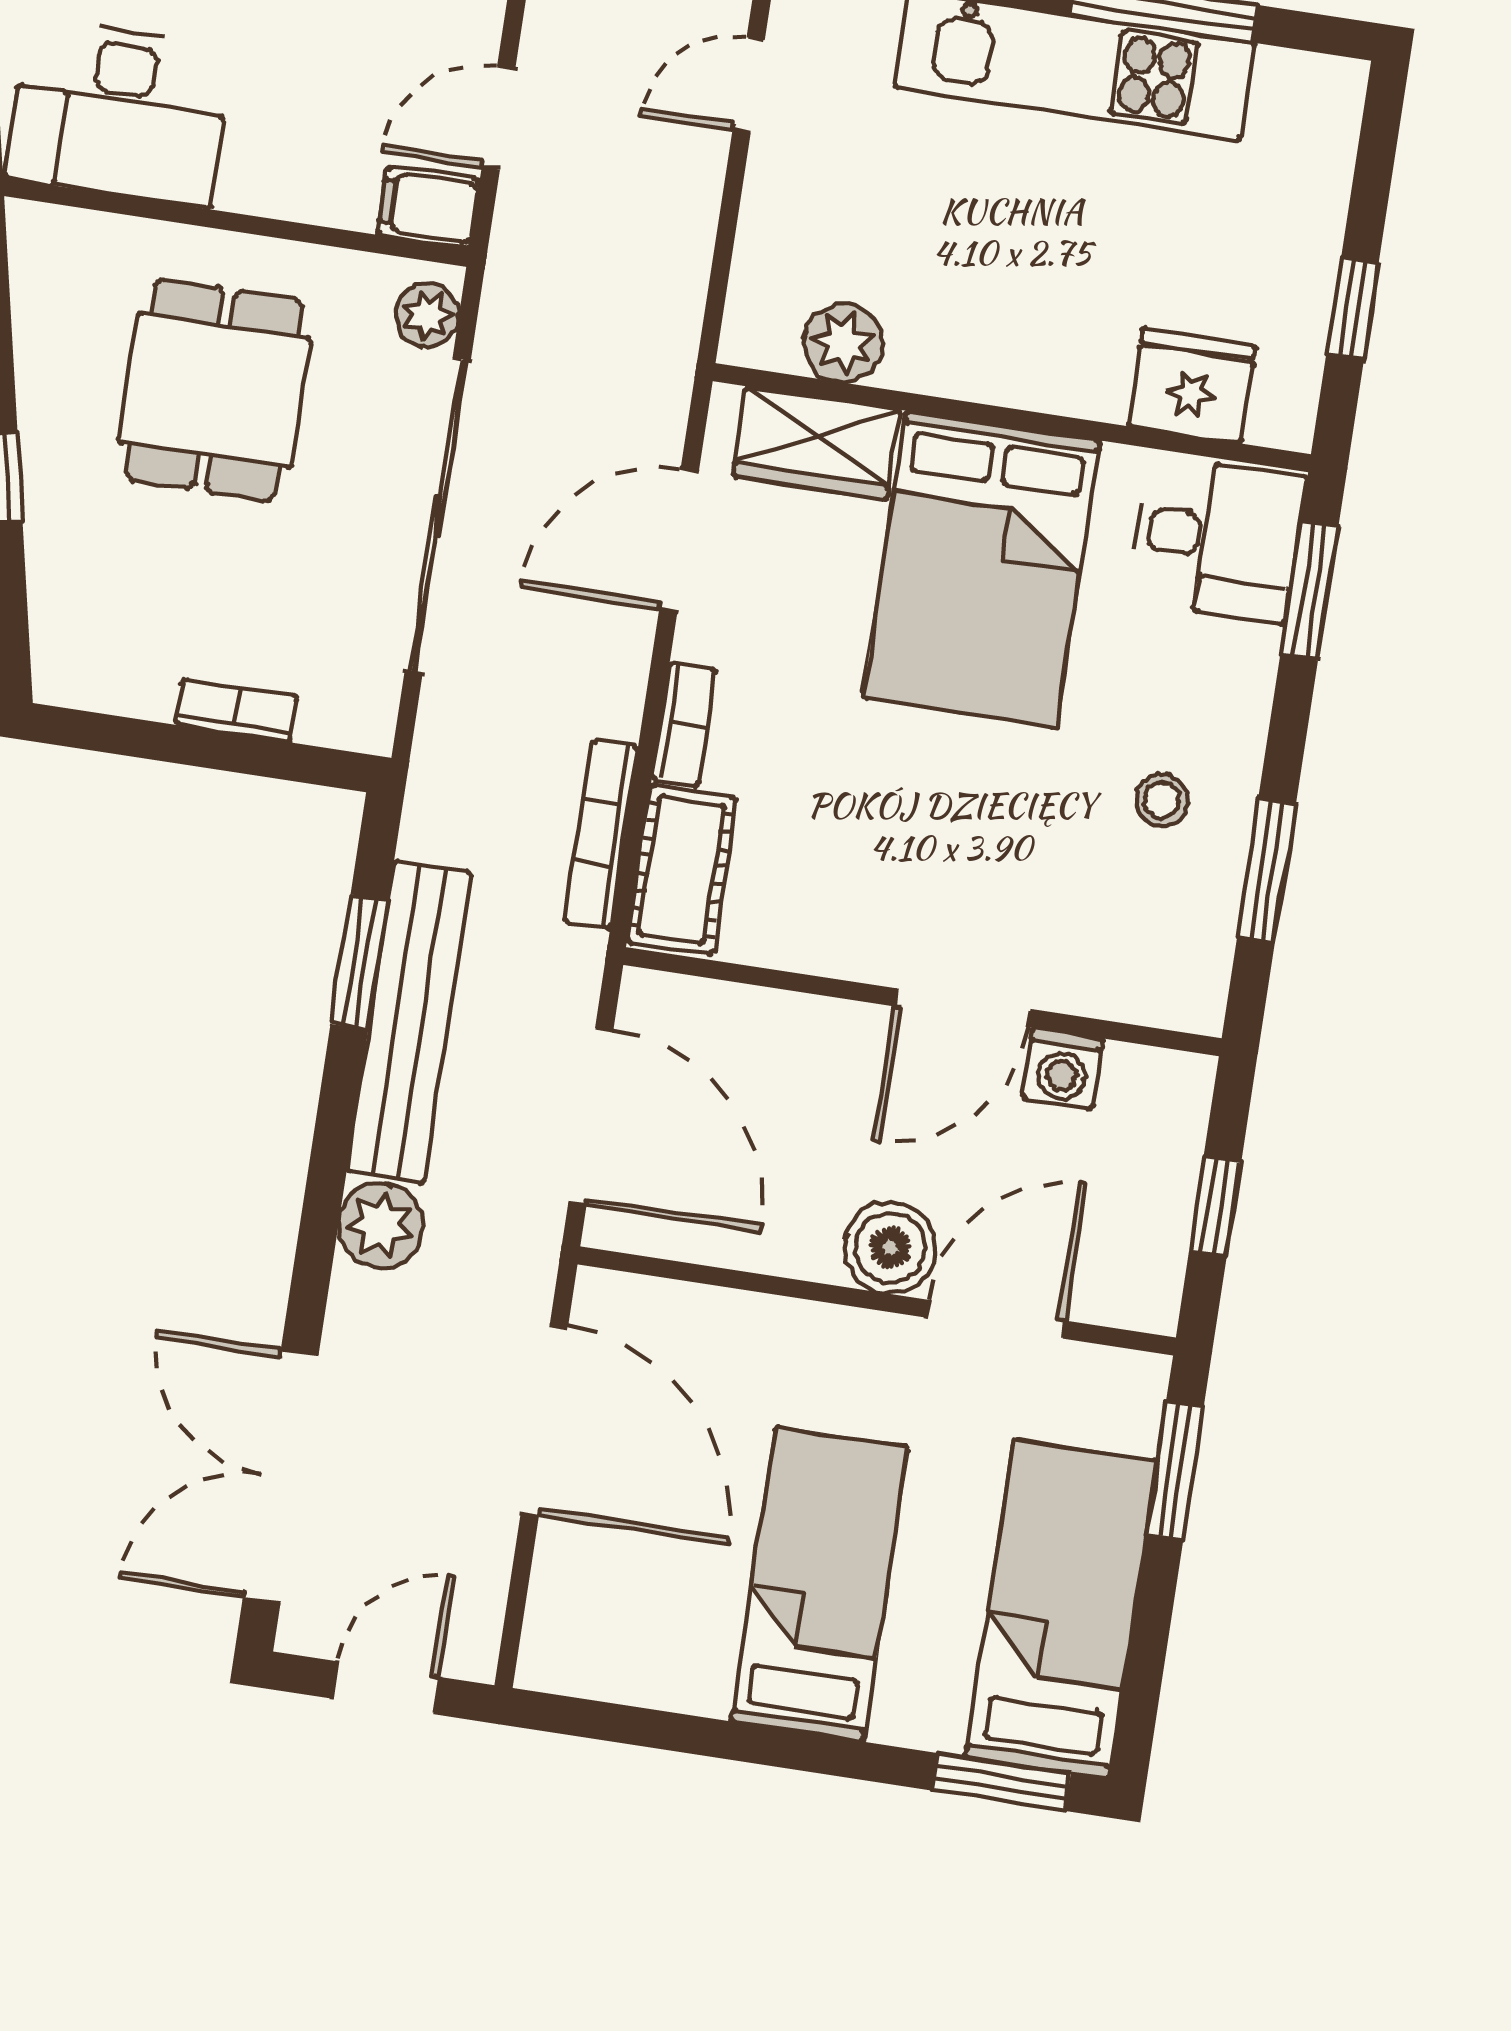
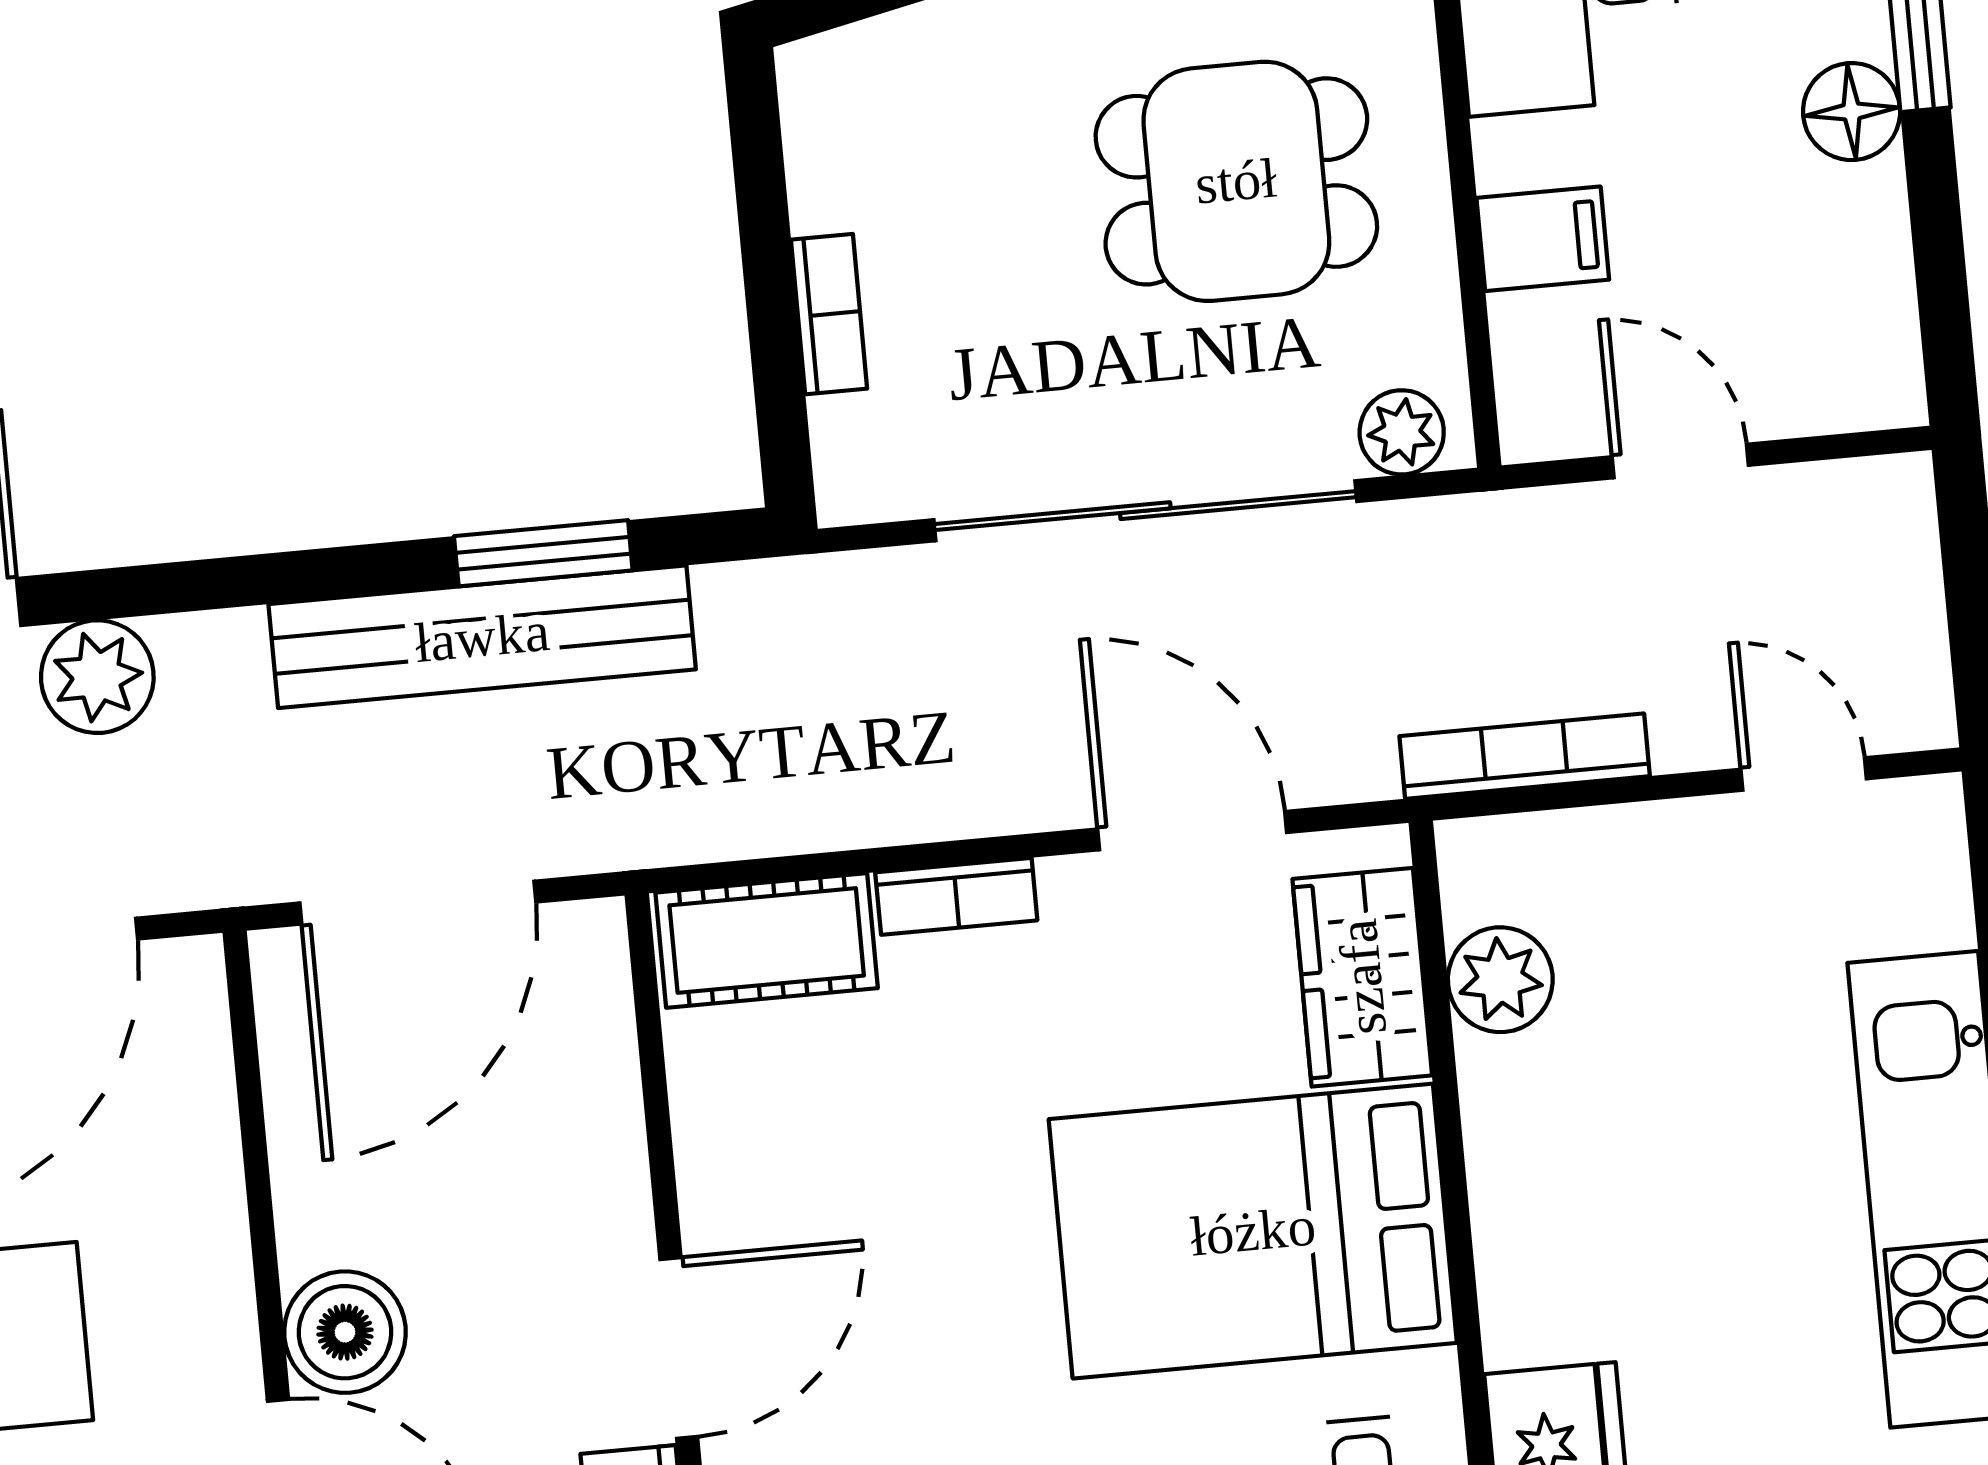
filing cabinet: (428, 207) -> (1543, 239), moved, turned 90
bookcase: (601, 834) -> (1525, 756), moved
door: (962, 1008) -> (679, 1348), swing flipped
plant: (381, 1226) -> (97, 677), moved

